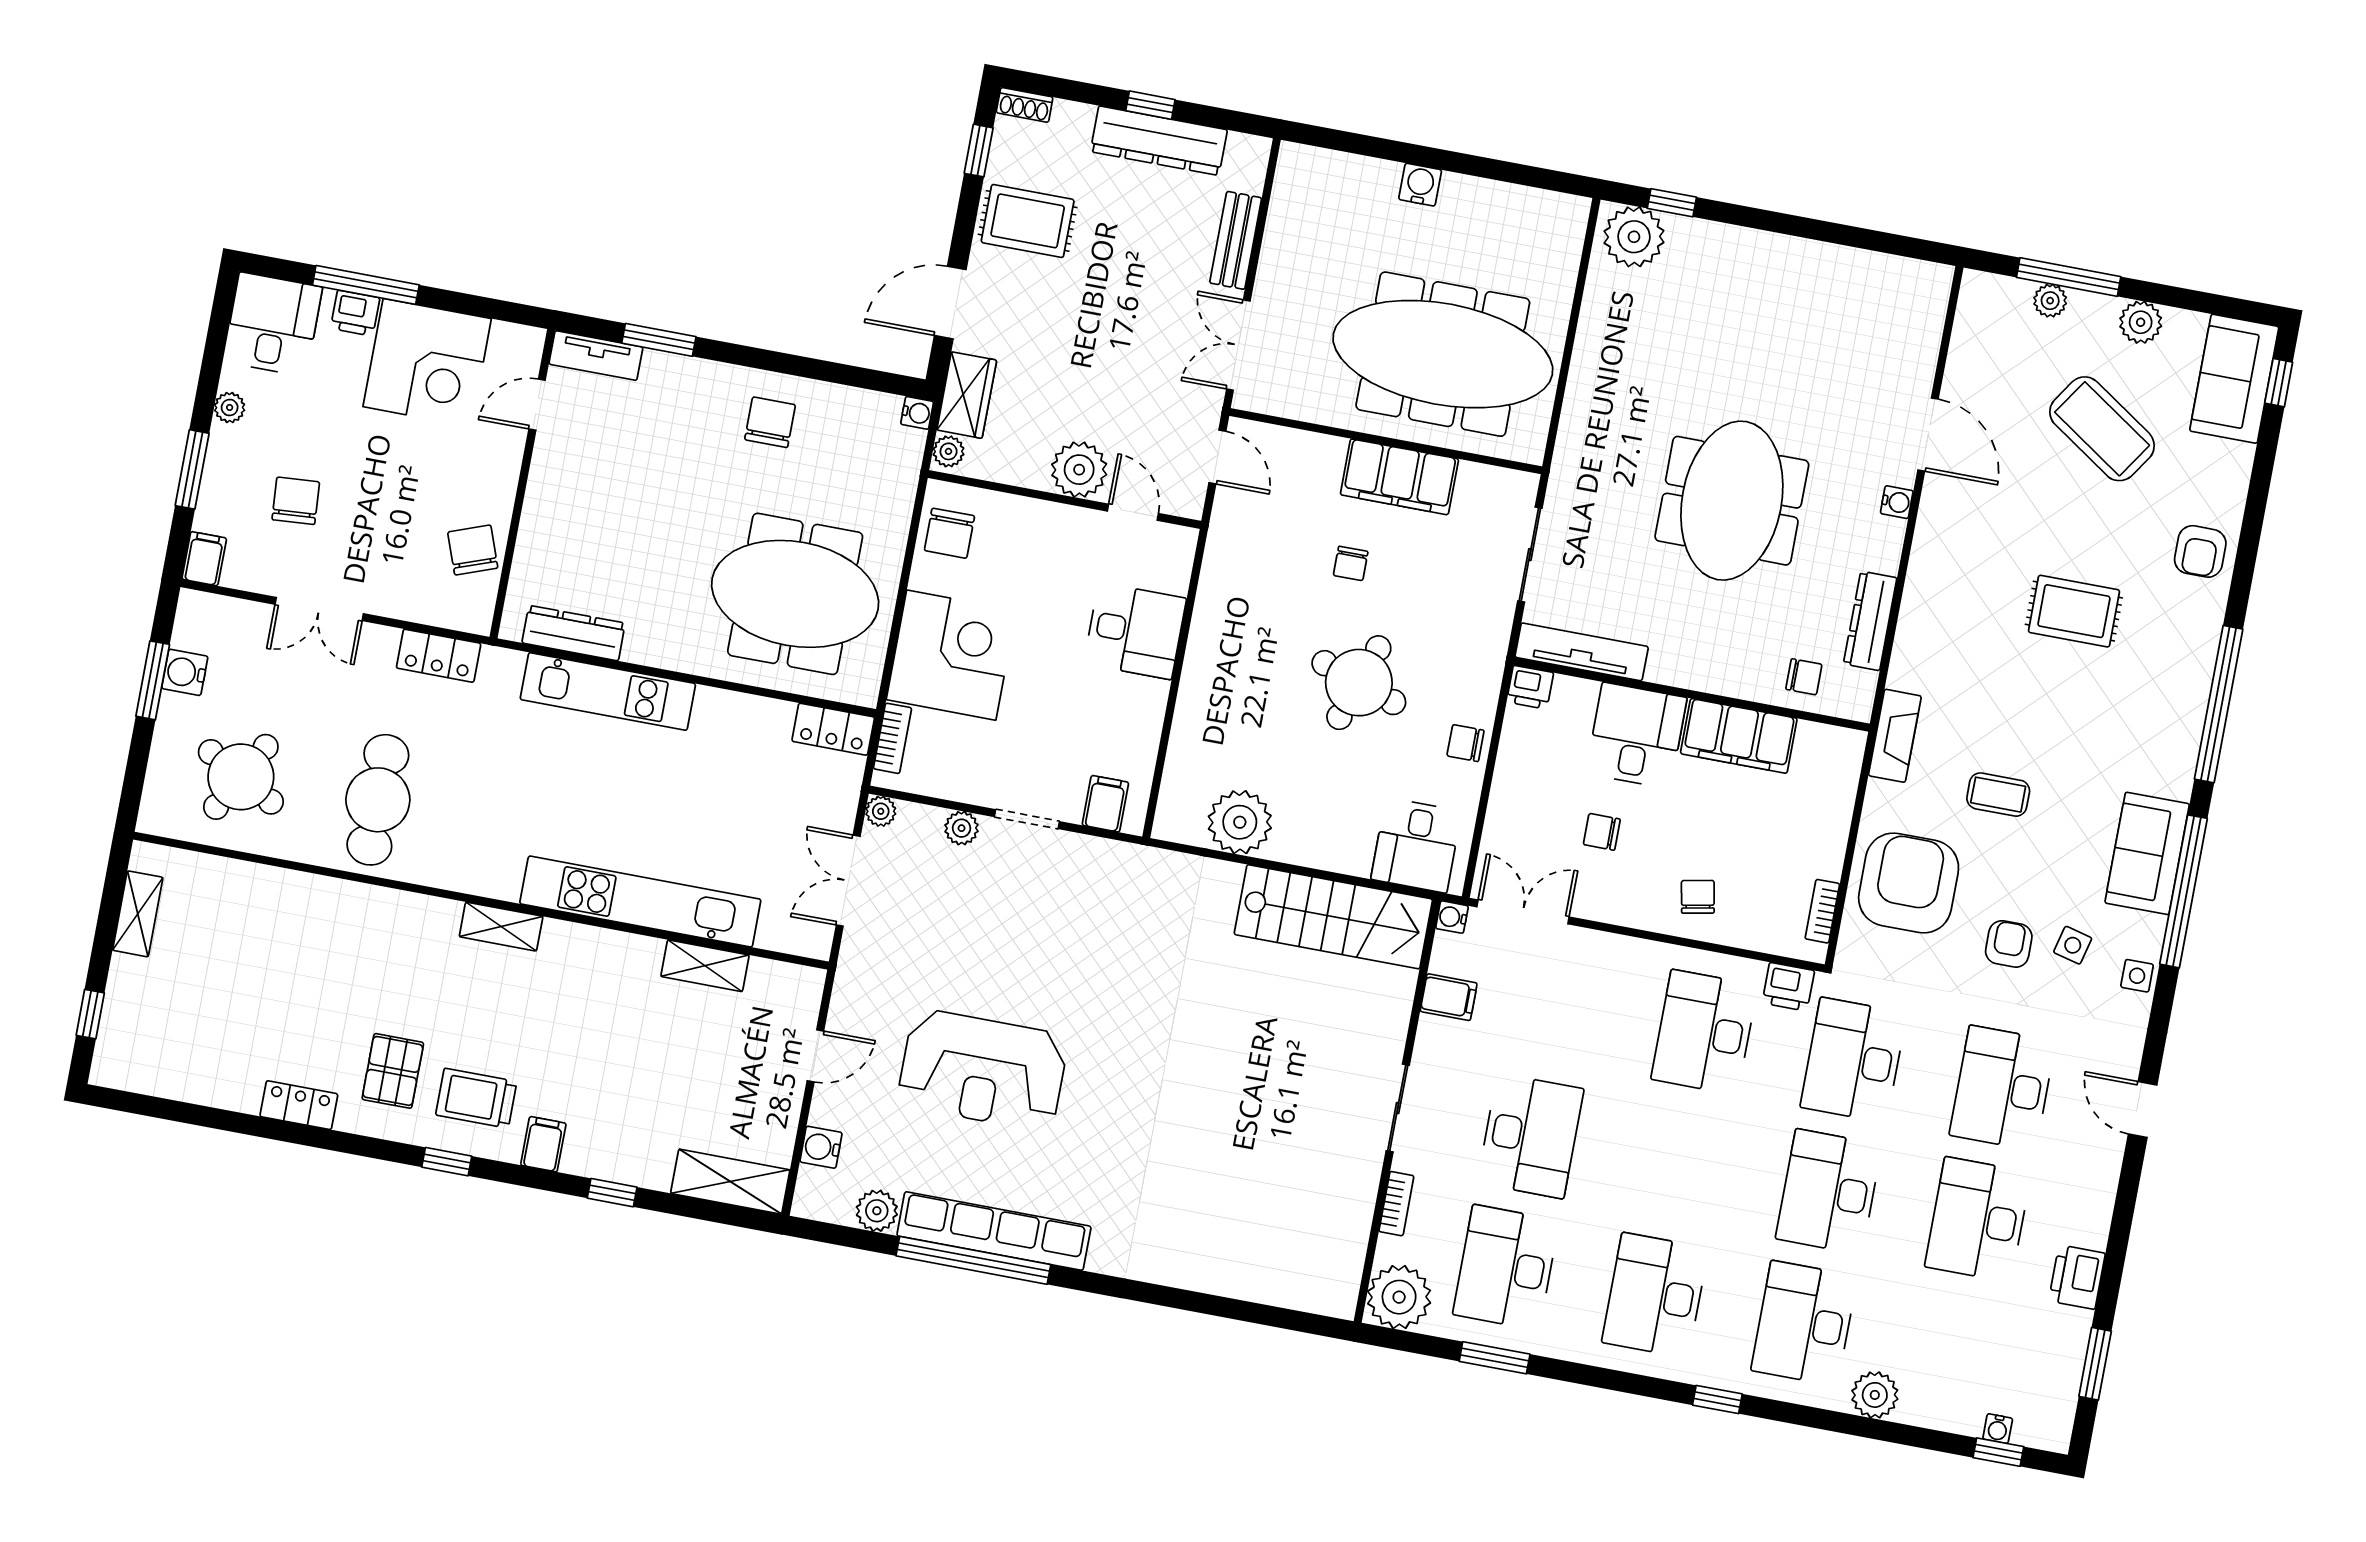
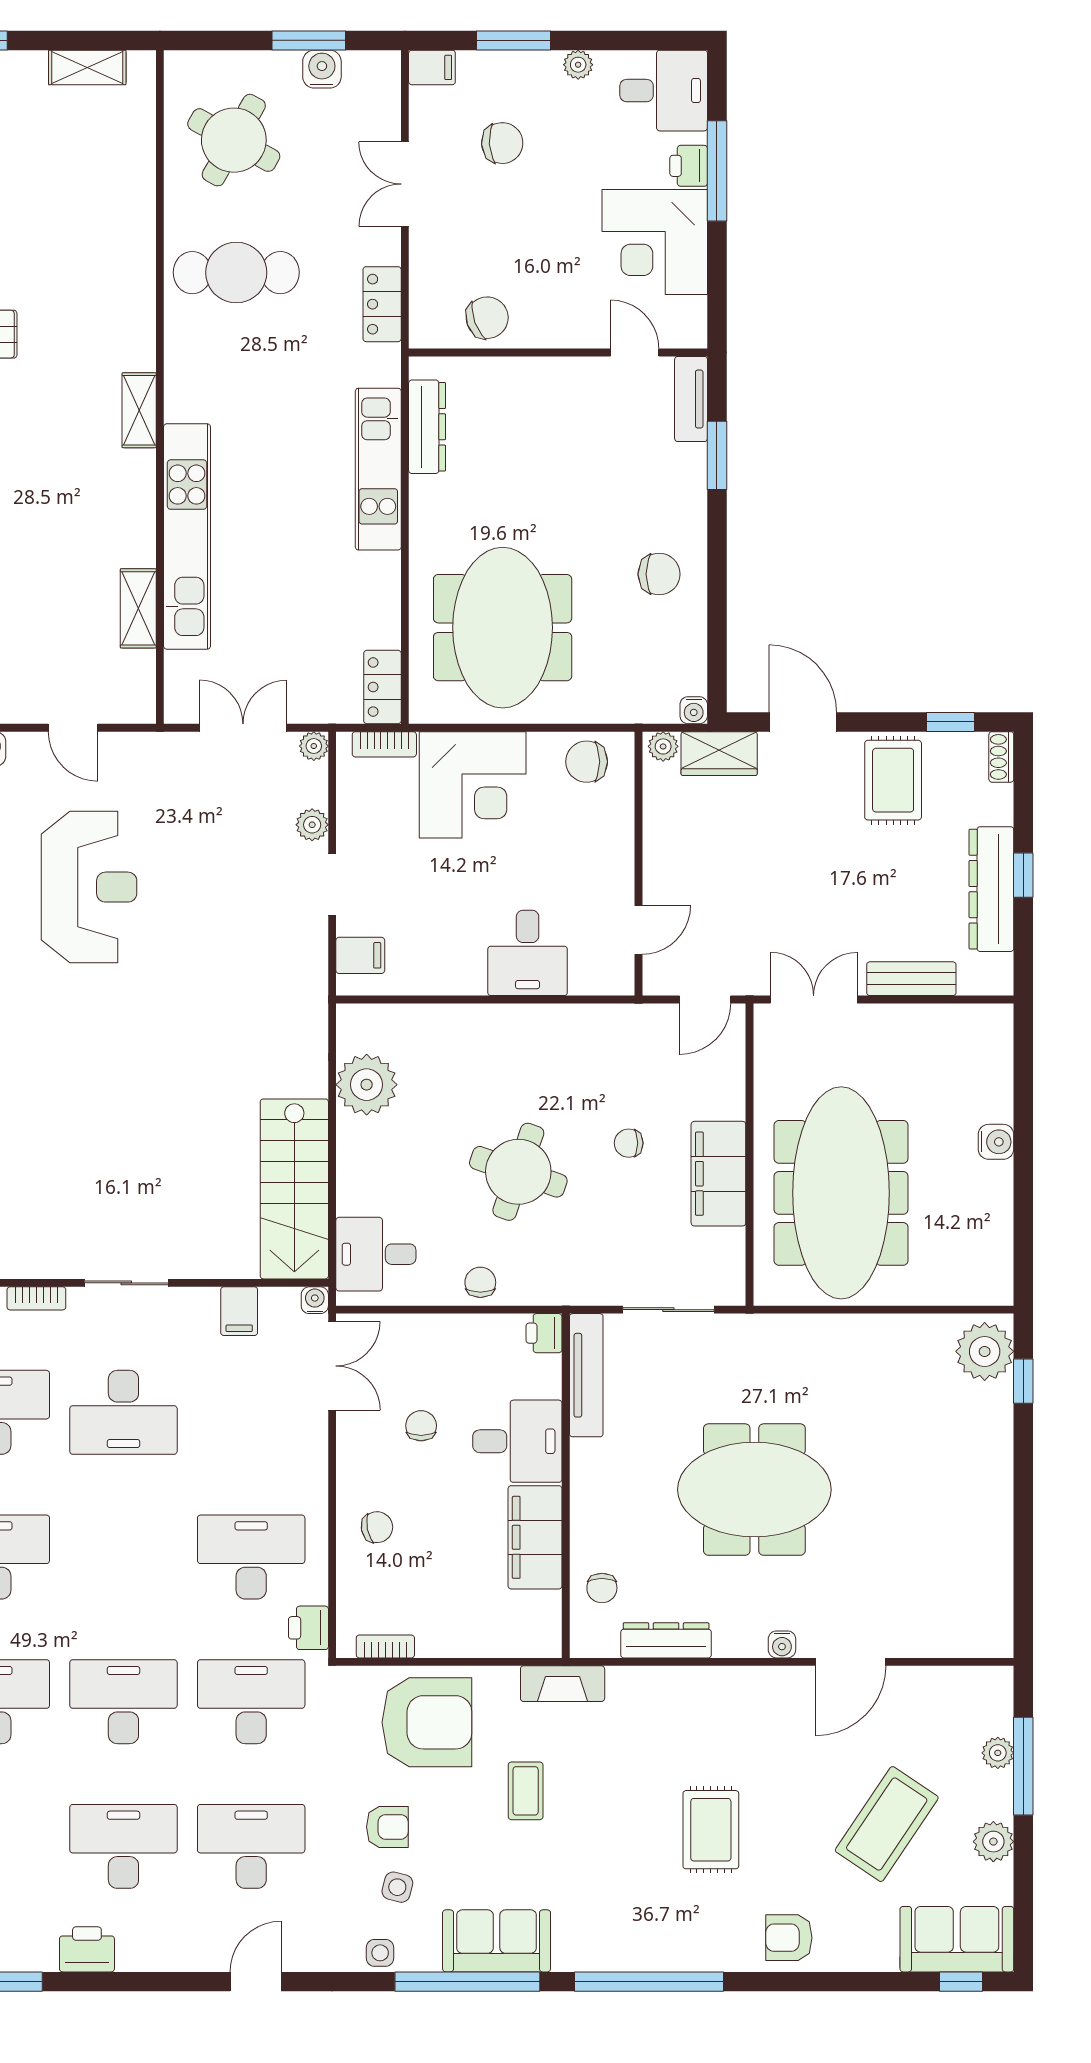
plant: (1079, 470) -> (669, 872), removed
reception desk: (983, 1070) -> (89, 887), turned 180

